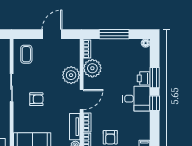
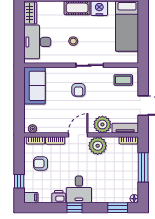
plant: (92, 68) -> (98, 146), moved
printer: (144, 78) -> (59, 197), moved
window: (155, 78) -> (118, 208), moved
door: (82, 100) -> (78, 135), swing flipped
tv unit: (75, 127) -> (125, 128), moved

